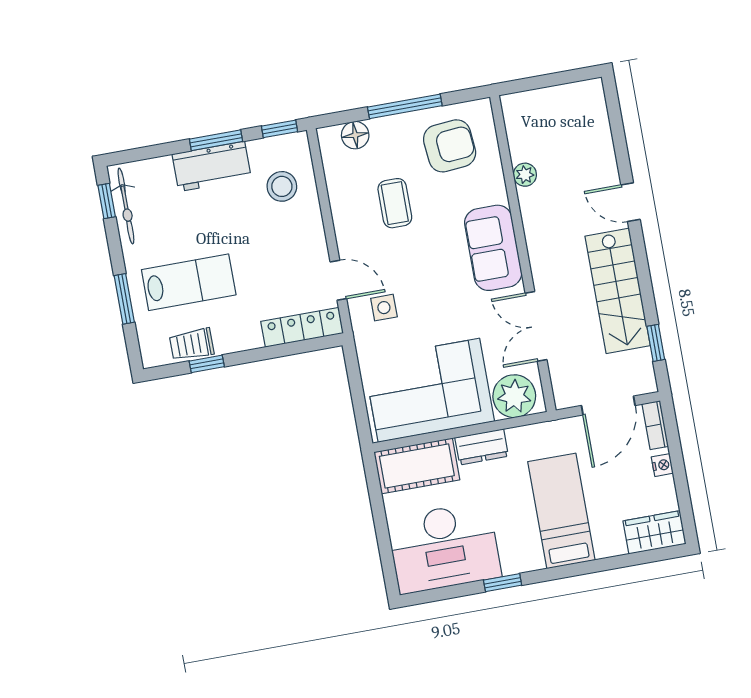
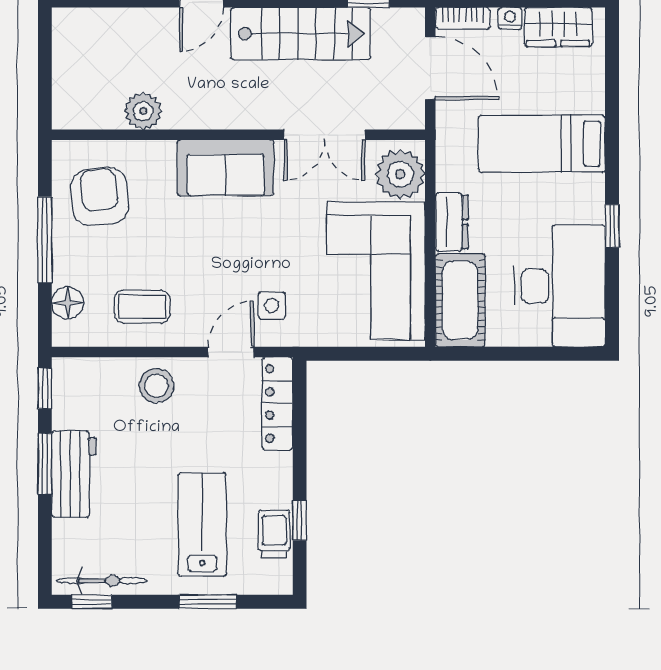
plant: (525, 175) -> (143, 111), width x1.38, depth x1.38
stool: (282, 186) -> (156, 386), moved
coffee table: (395, 203) -> (142, 307), moved
trolley: (192, 344) -> (274, 534), turned 180
wardrobe: (654, 532) -> (558, 27), moved, turned -90

